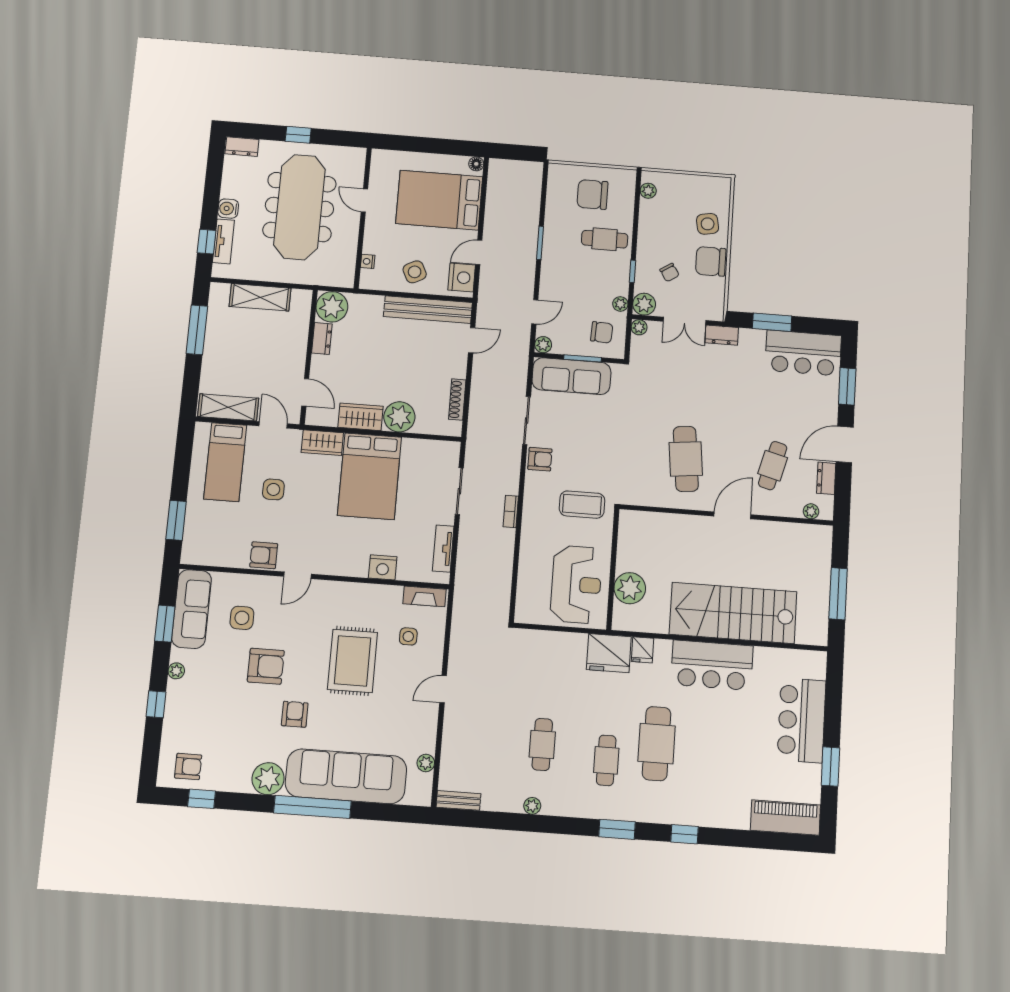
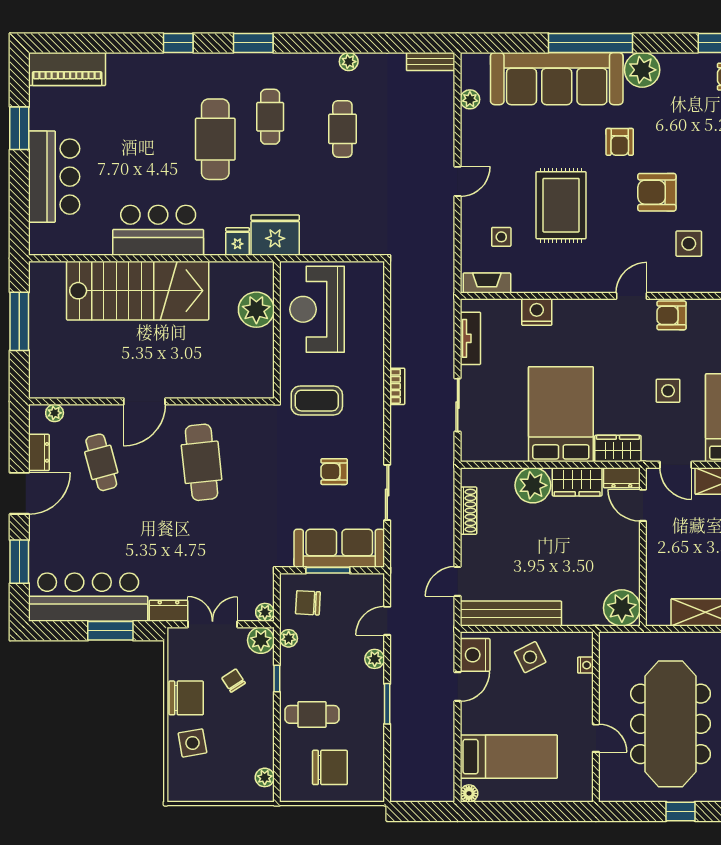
bed: (439, 200) -> (509, 757), width x0.67
dresser: (322, 339) -> (622, 478), moved, turned -90
plant: (543, 345) -> (375, 659), moved
bar counter: (803, 353) -> (88, 597), width x1.36
armchair: (540, 459) -> (334, 472), moved
cafe table: (773, 466) -> (101, 462), turned -30
armchair: (264, 555) -> (672, 315), turned 180

